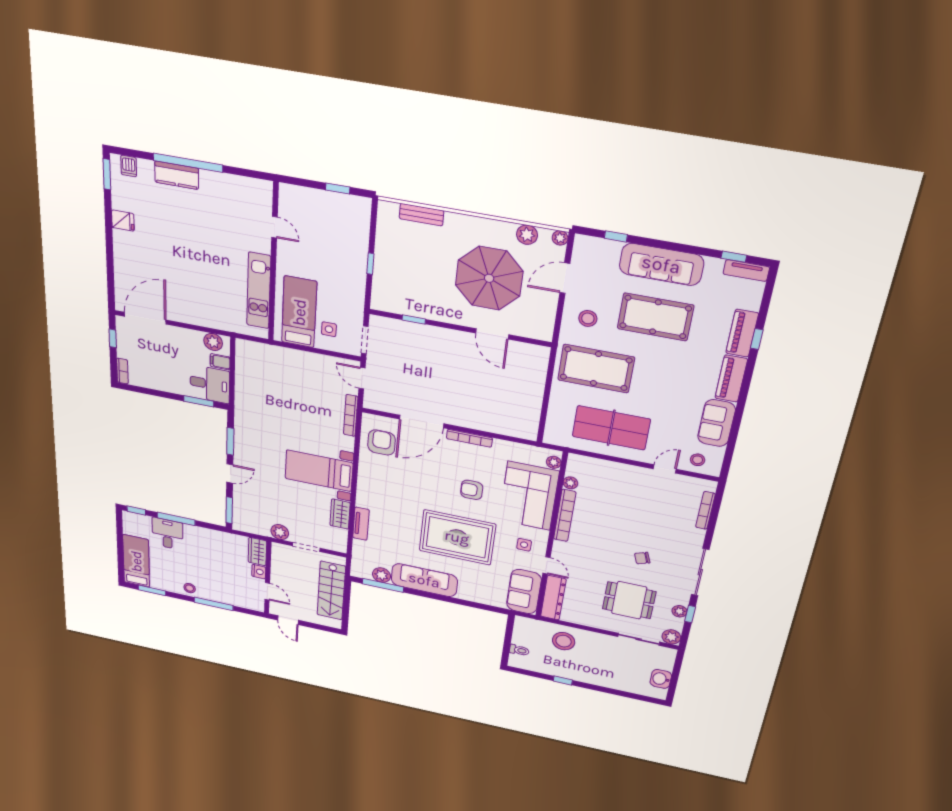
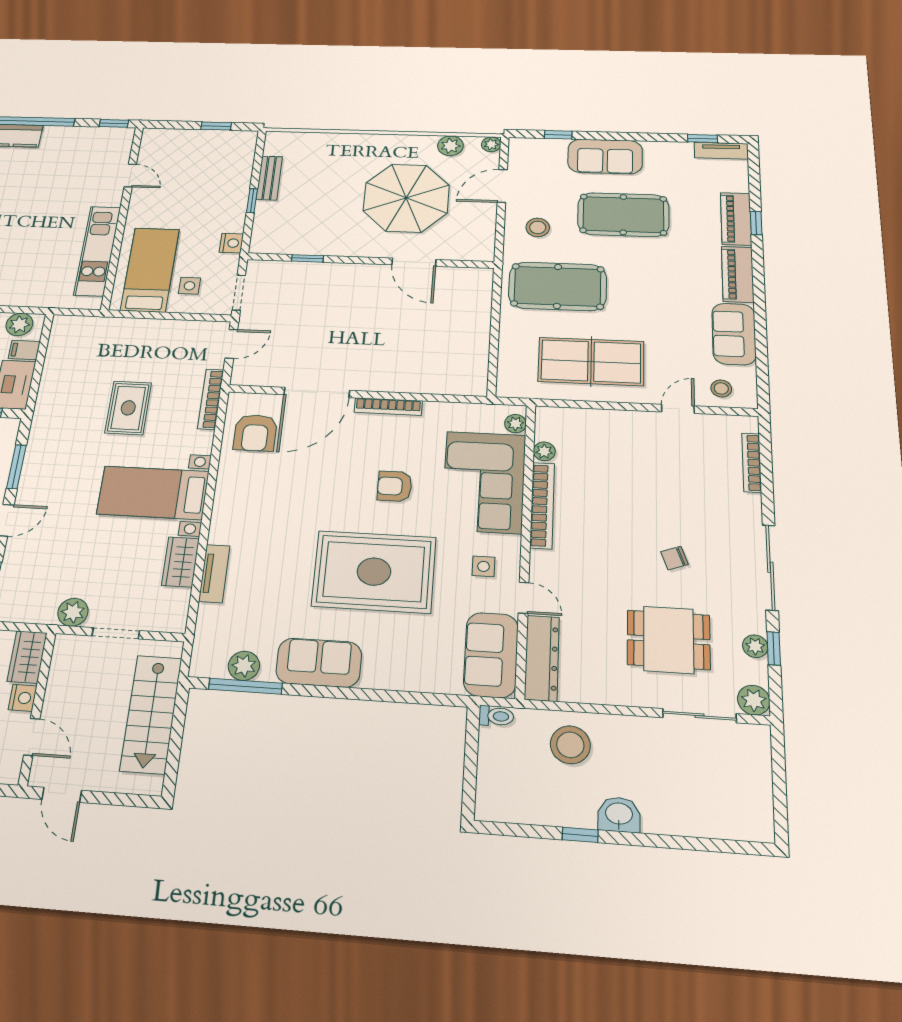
window: (255, 174) -> (114, 123), added
bench: (422, 215) -> (269, 178), moved, turned 90
sofa: (661, 264) -> (605, 156), width x0.73
nightstand: (357, 298) -> (231, 243), added
door: (362, 378) -> (231, 344), swing flipped
rug: (296, 413) -> (128, 408), added
armchair: (382, 443) -> (255, 433), turned 180
sofa: (424, 580) -> (319, 663), width x0.73
toilet: (519, 650) -> (496, 716), moved
washbasin: (661, 679) -> (619, 815), moved, turned 90

